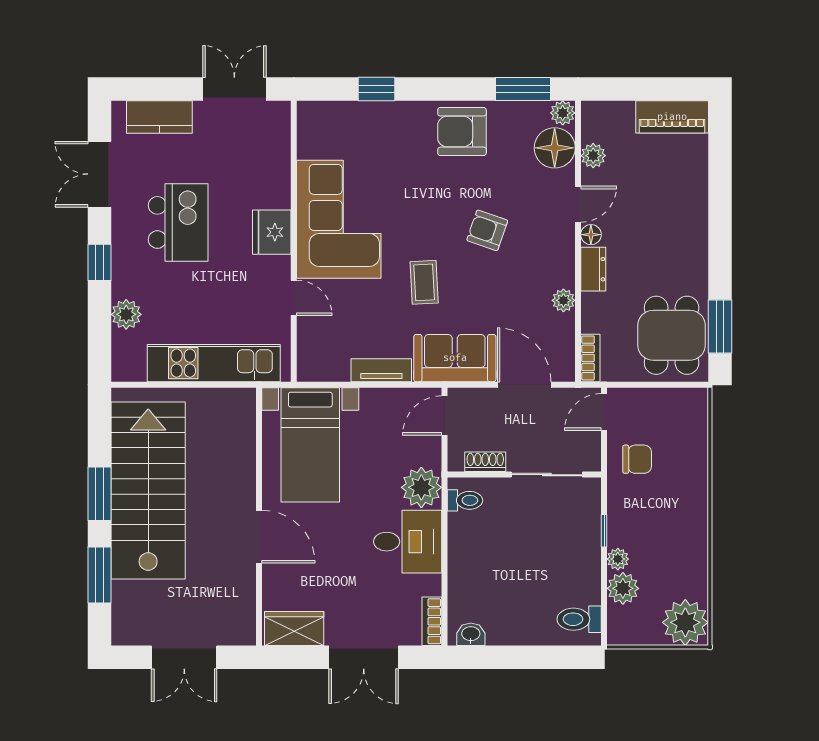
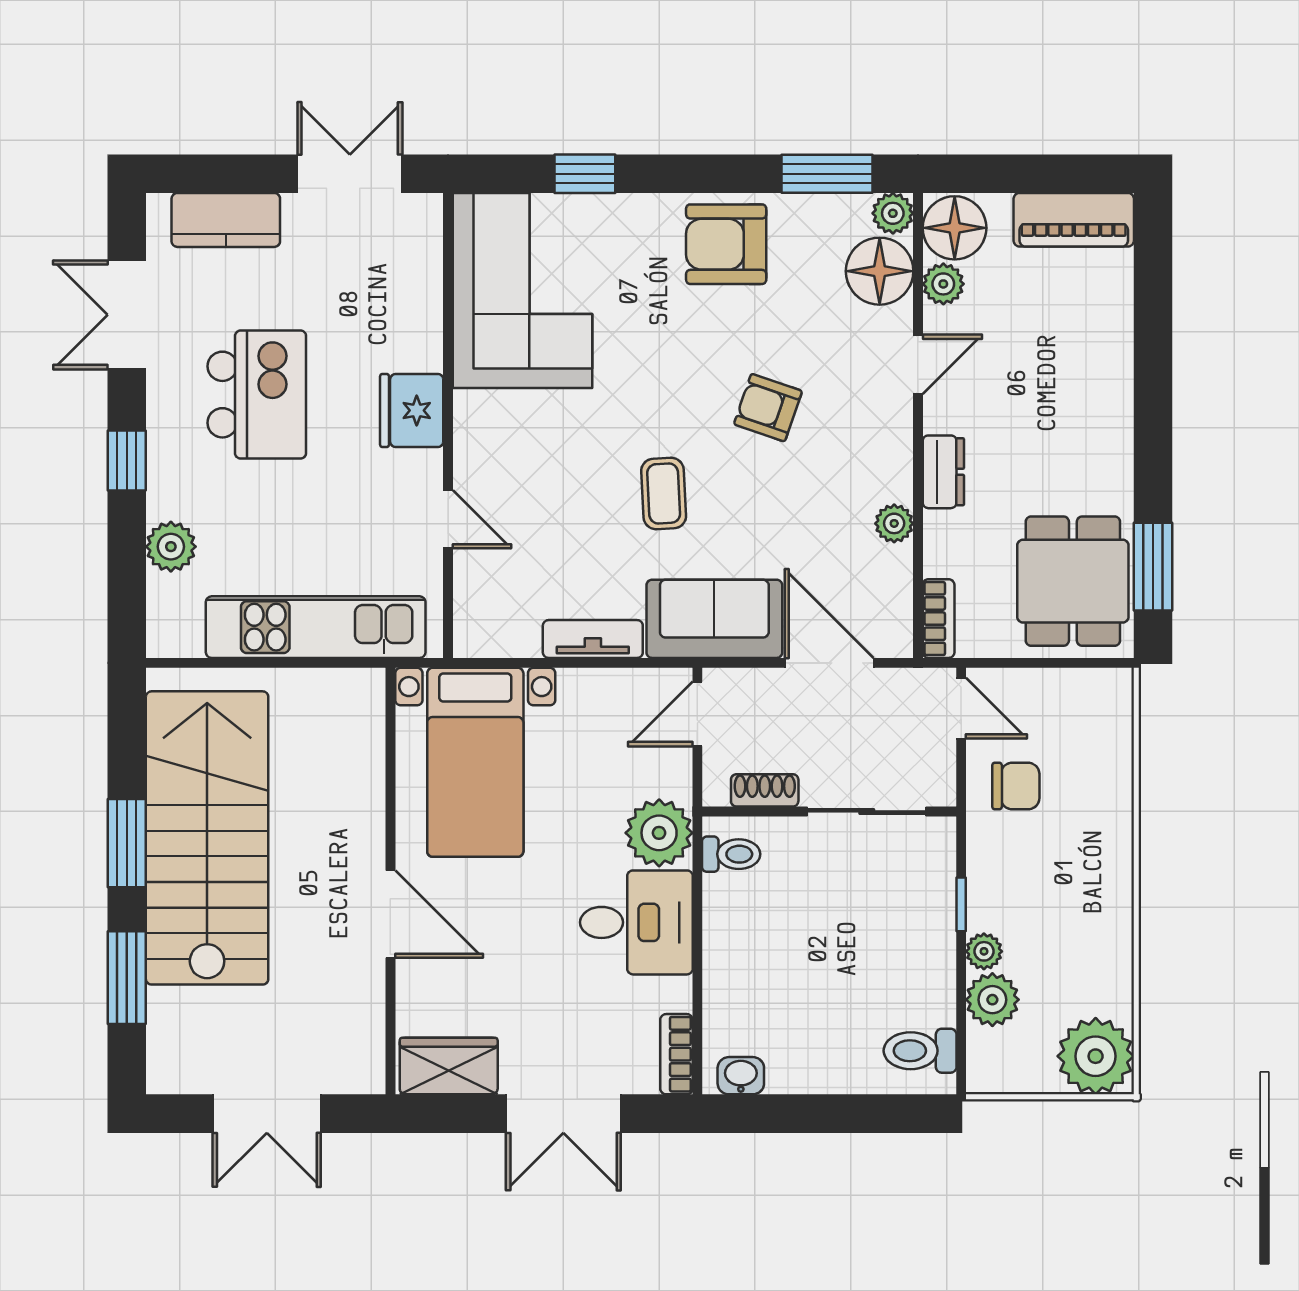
corner sofa: (339, 219) -> (523, 291), moved
floor lamp: (591, 235) -> (955, 228), moved, width x1.89, depth x1.89
door: (604, 412) -> (961, 708), swing flipped

